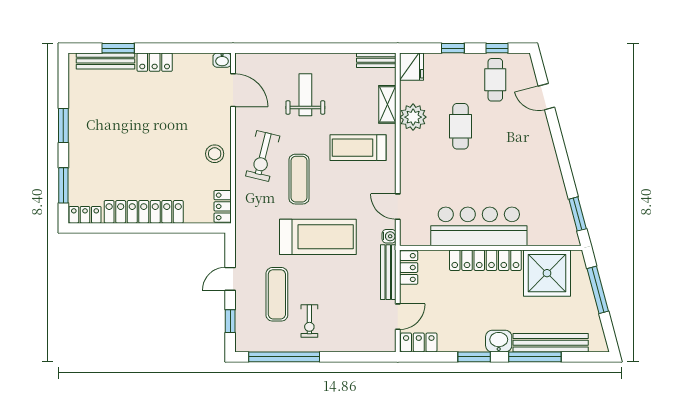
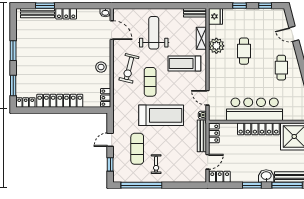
cafe table: (495, 80) -> (281, 68), moved
weight bench: (305, 95) -> (154, 33), width x1.36, depth x1.33

